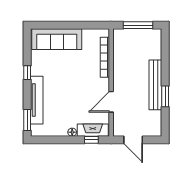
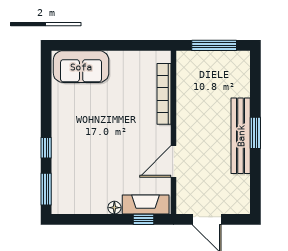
sofa: (57, 39) -> (81, 67), width x0.73
window: (27, 73) -> (46, 148), moved
window: (165, 96) -> (255, 133), moved
tv unit: (37, 100) -> (61, 159), removed

